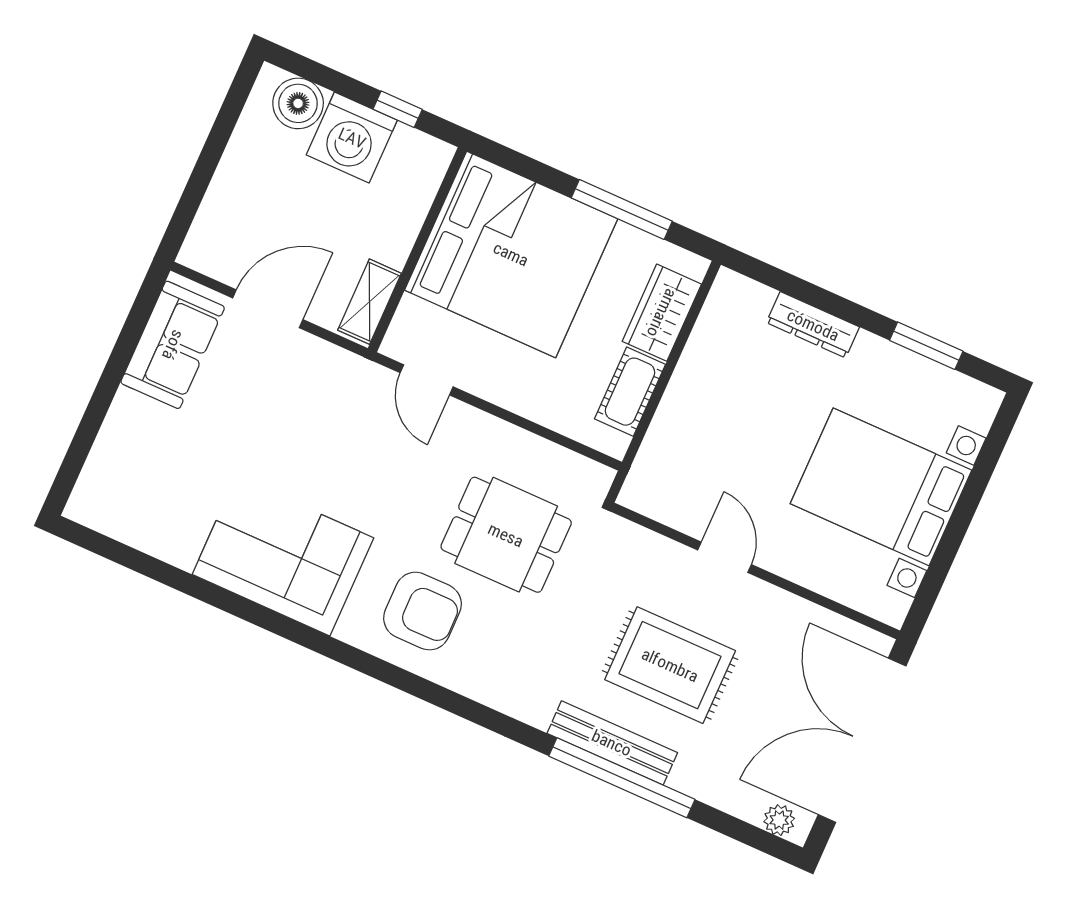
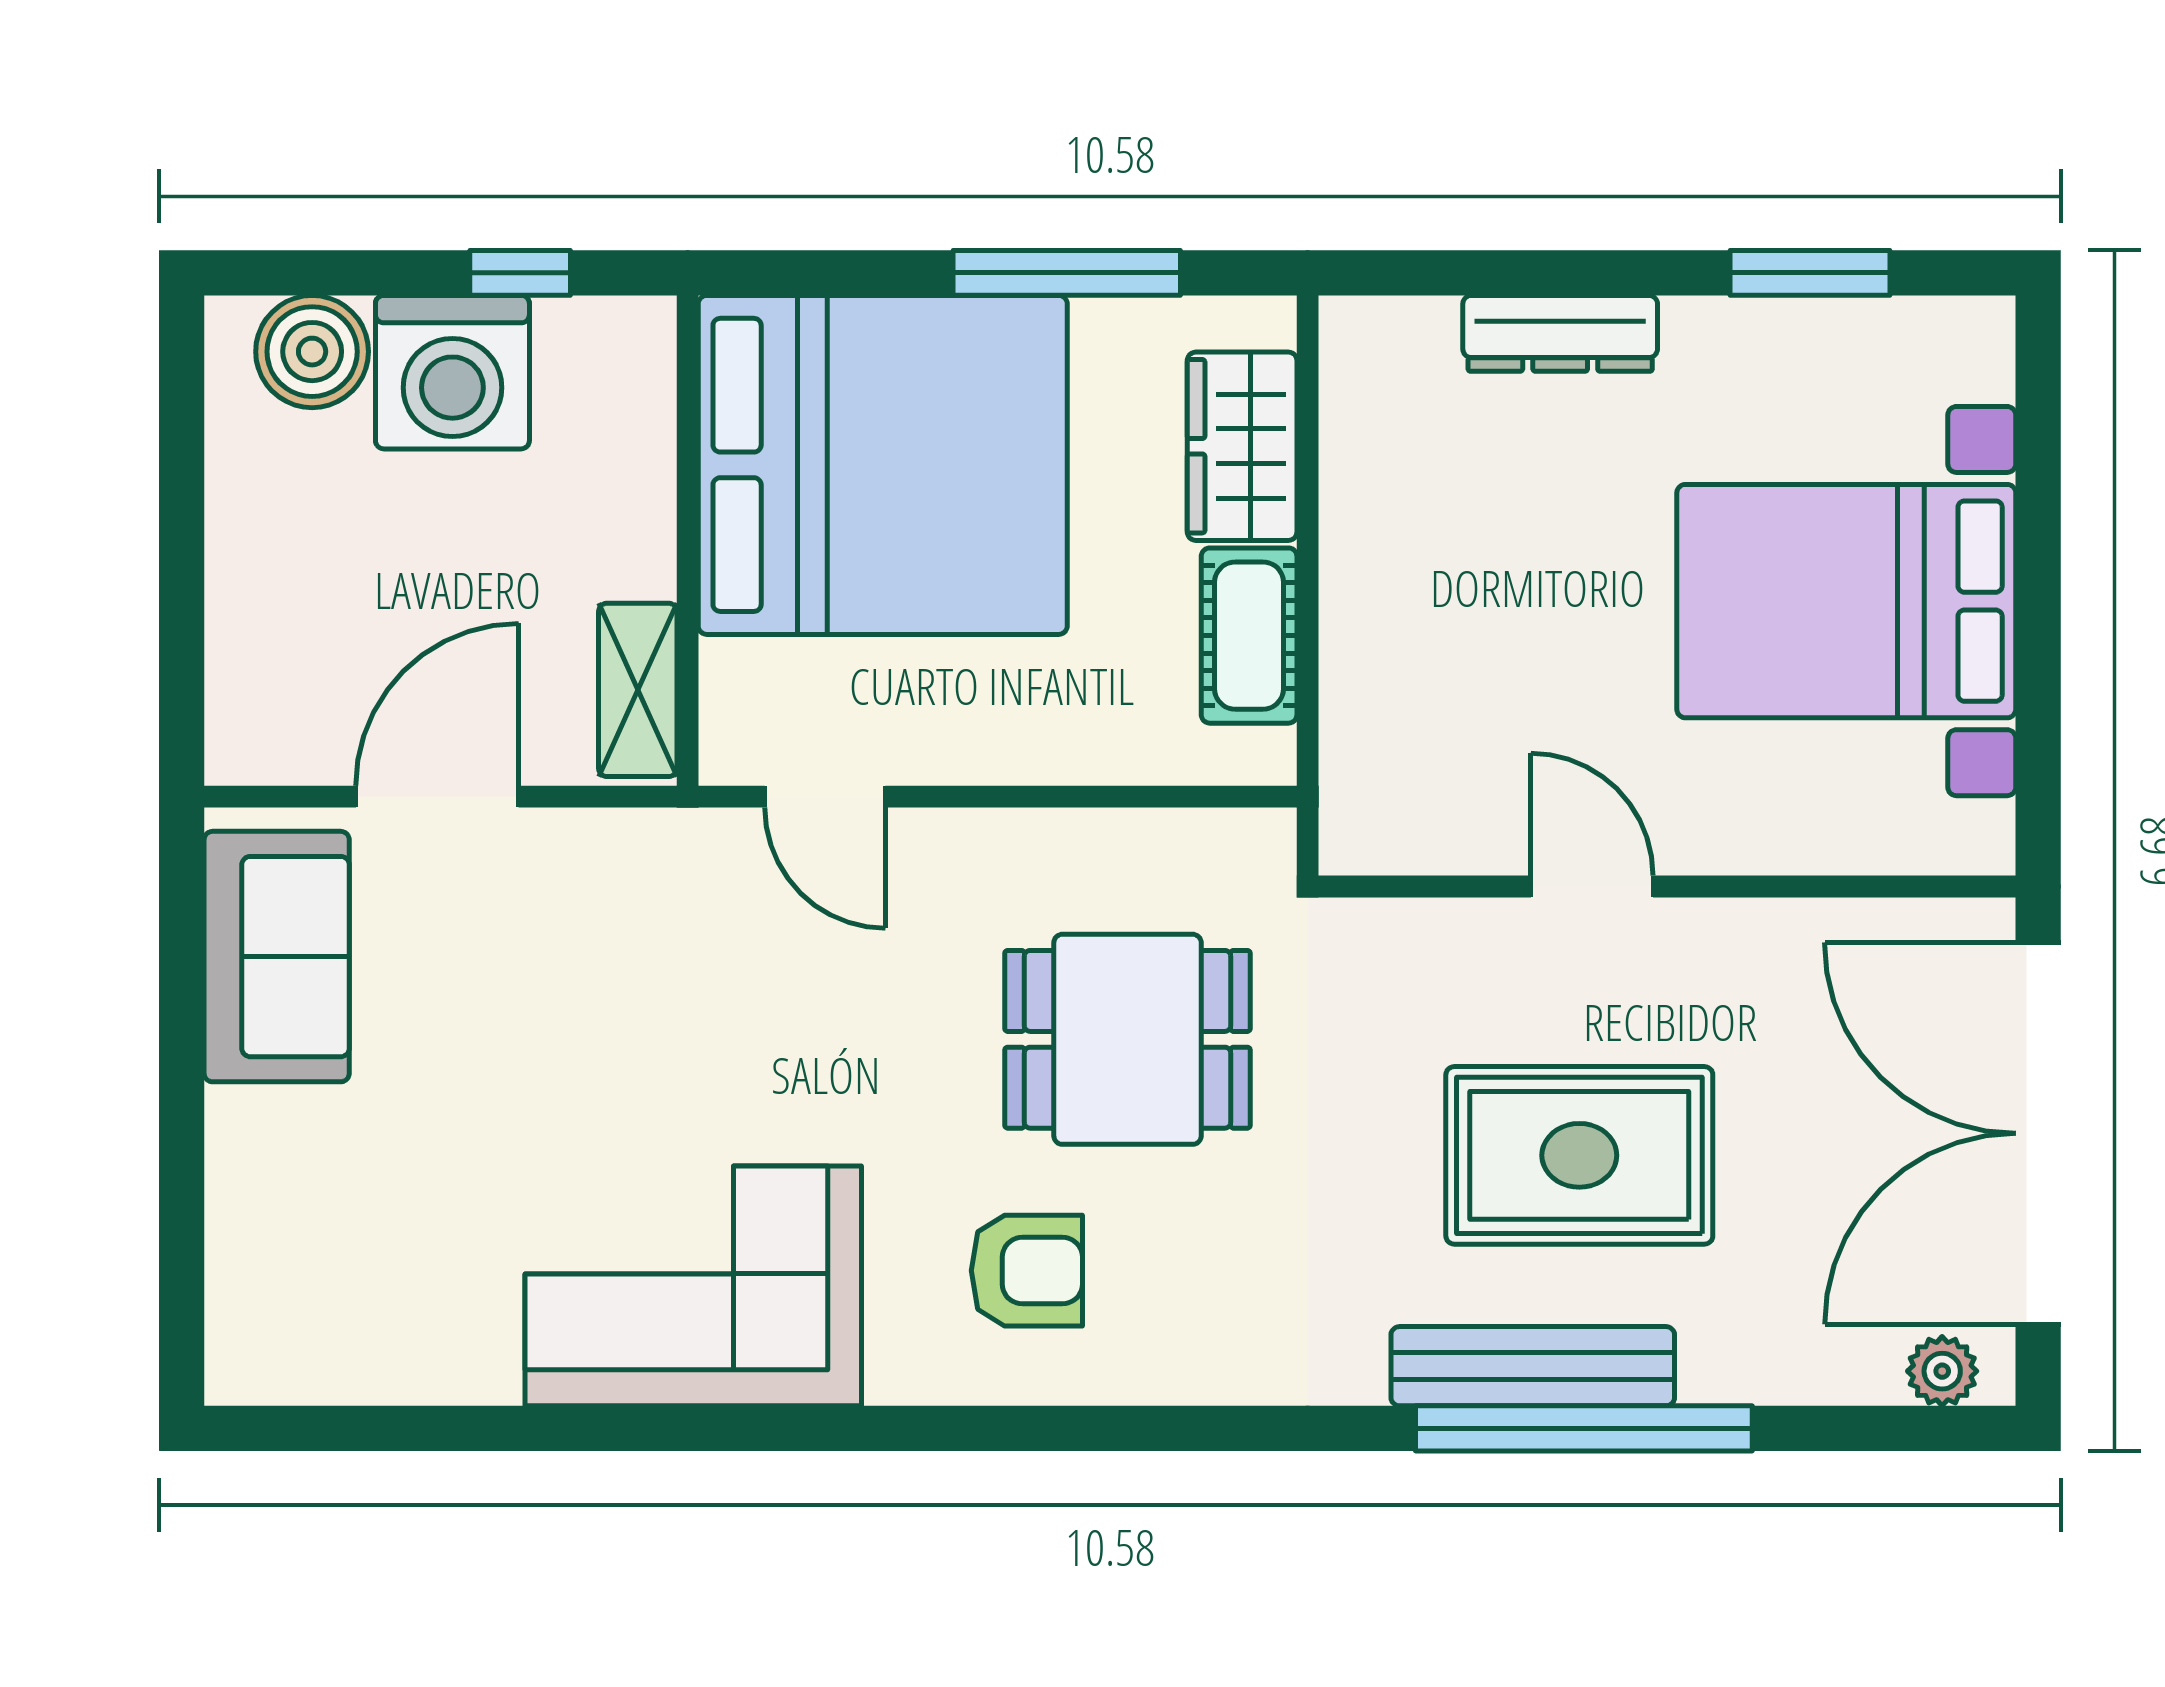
armchair: (422, 611) -> (1027, 1271), width x0.72, depth x0.72

